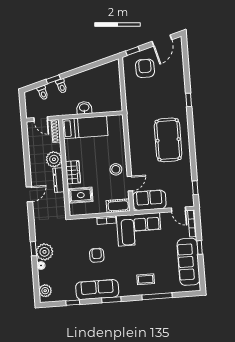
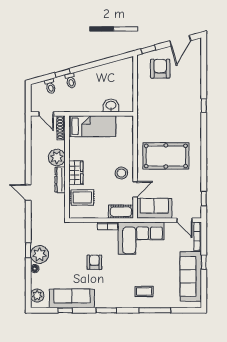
washbasin: (84, 108) -> (111, 106), moved
pool table: (168, 140) -> (166, 156), moved, turned 90
door: (29, 194) -> (28, 192), swing flipped
sofa: (97, 290) -> (72, 298), moved

